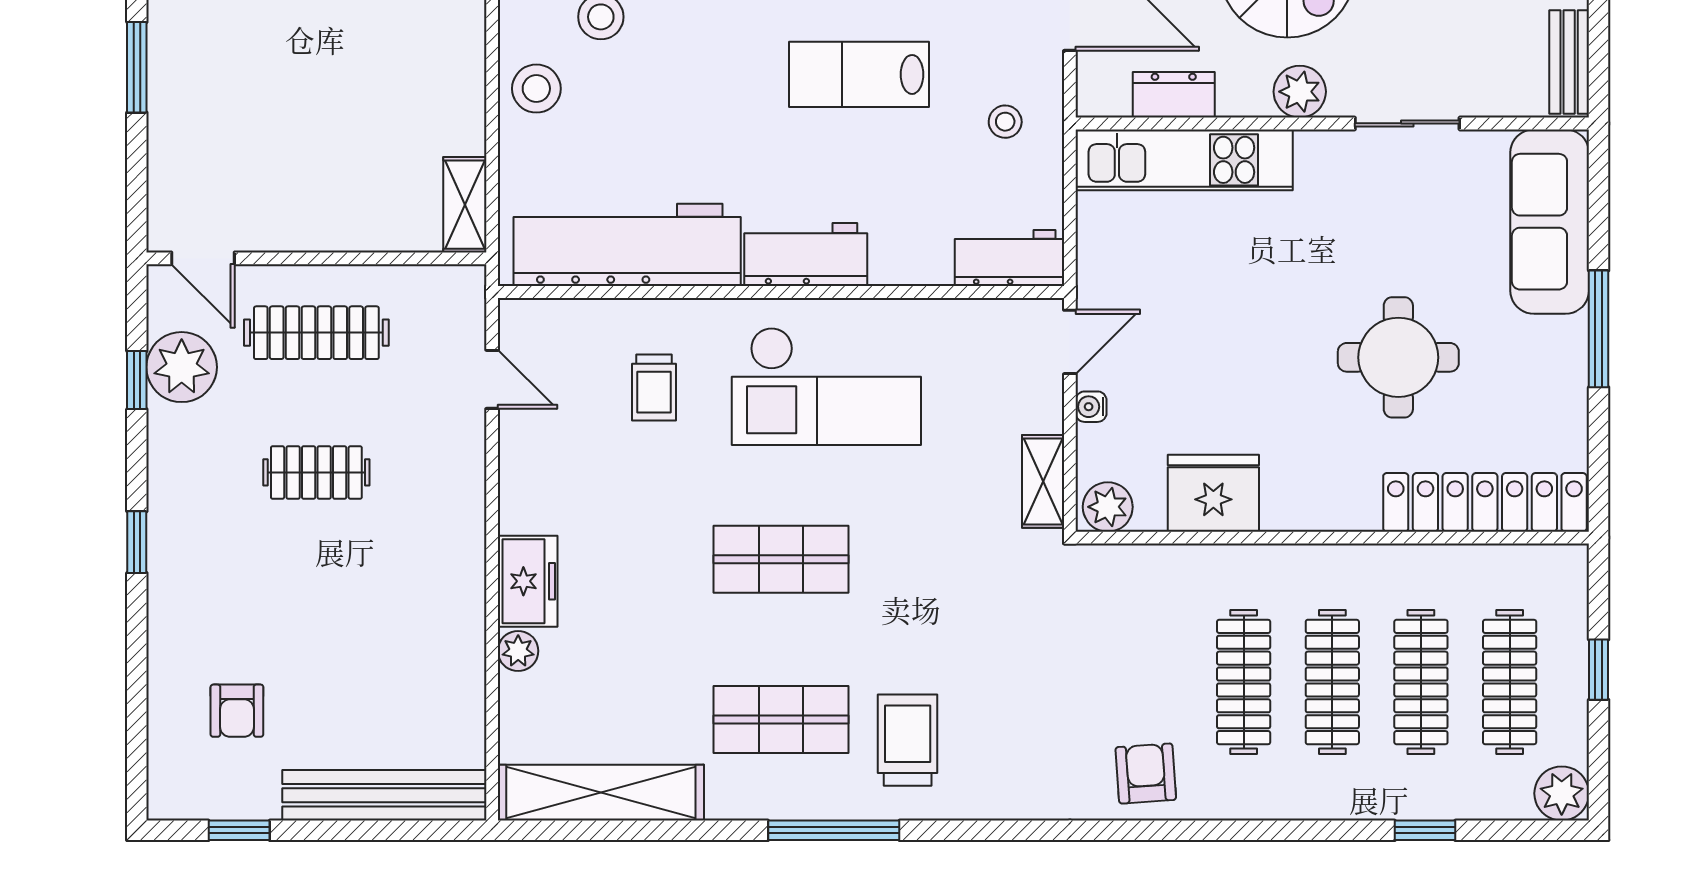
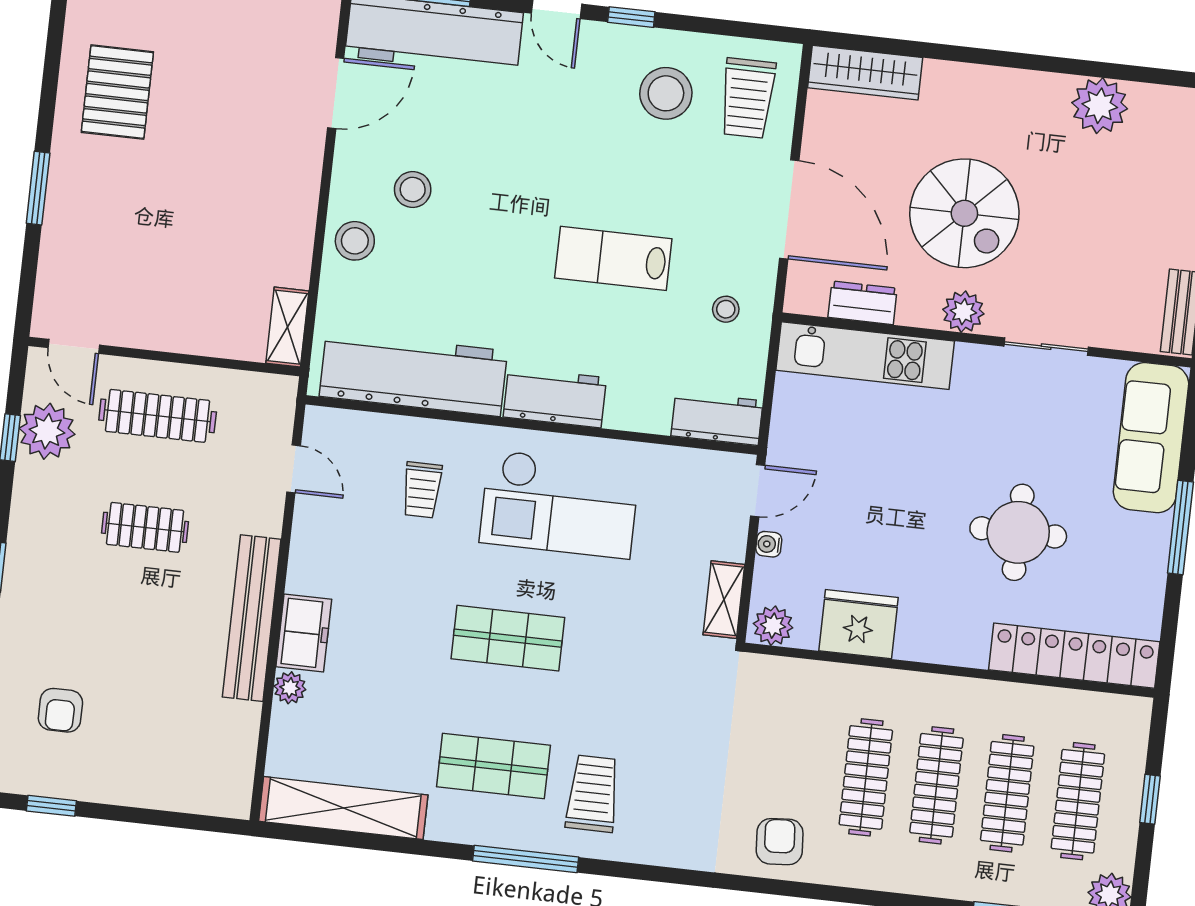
bench: (384, 795) -> (252, 618), moved, turned 90

